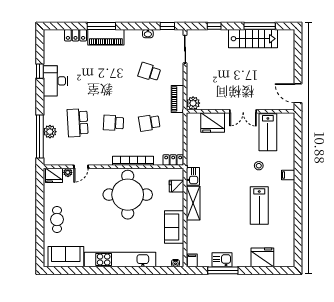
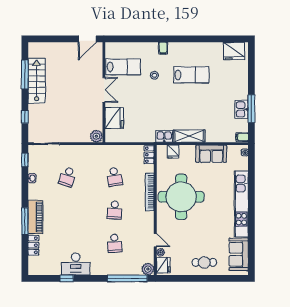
piano: (178, 99) -> (92, 151), removed
school desk: (78, 123) -> (115, 243), width x0.54
plant: (50, 132) -> (148, 269), moved
fridge: (262, 257) -> (234, 51), moved, turned -90

